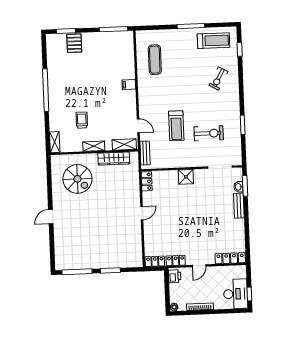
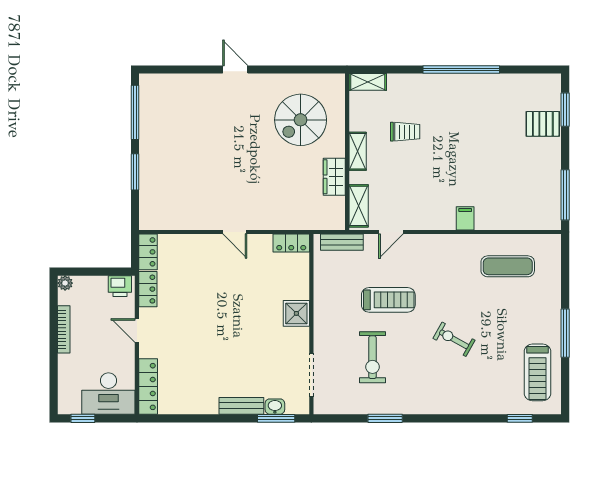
exercise bike: (218, 78) -> (454, 339), moved
treadmill: (176, 126) -> (388, 300), turned 180
wardrobe: (114, 159) -> (334, 177), width x0.67
desk: (236, 294) -> (108, 394), moved

